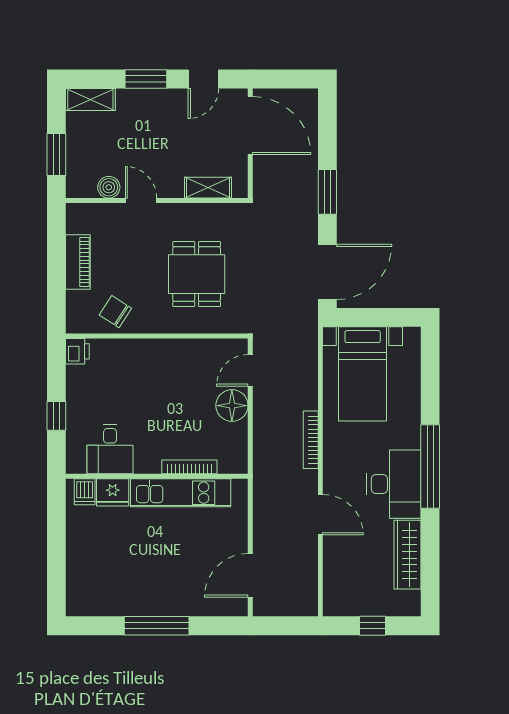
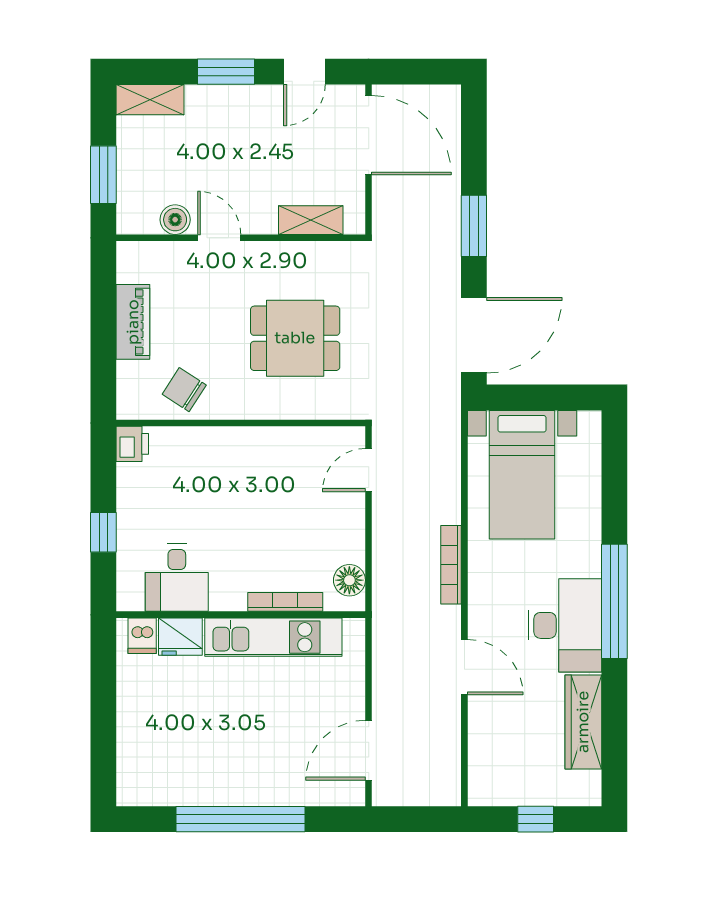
dining table: (197, 274) -> (295, 338), turned 90
floor lamp: (232, 406) -> (349, 580), moved, width x0.73, depth x0.73
window: (157, 626) -> (241, 819), width x1.46

